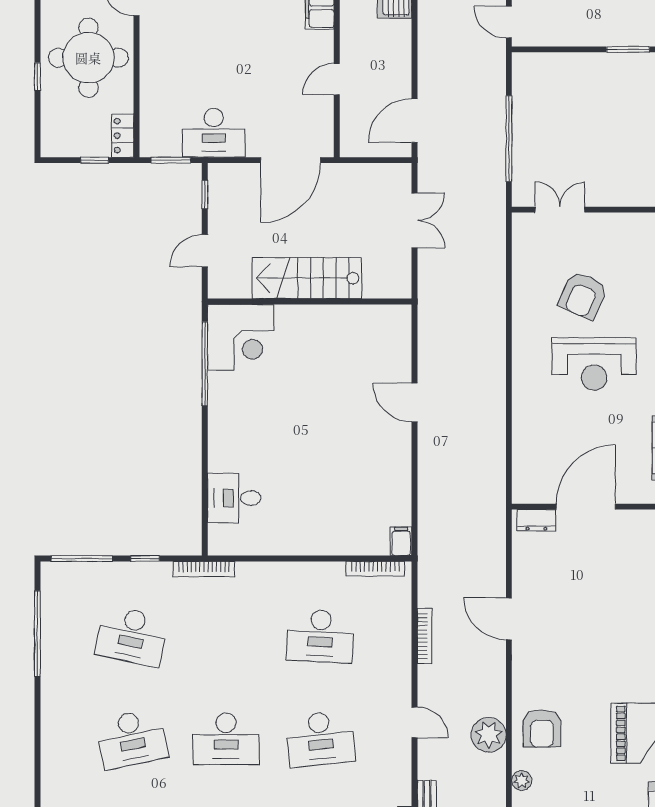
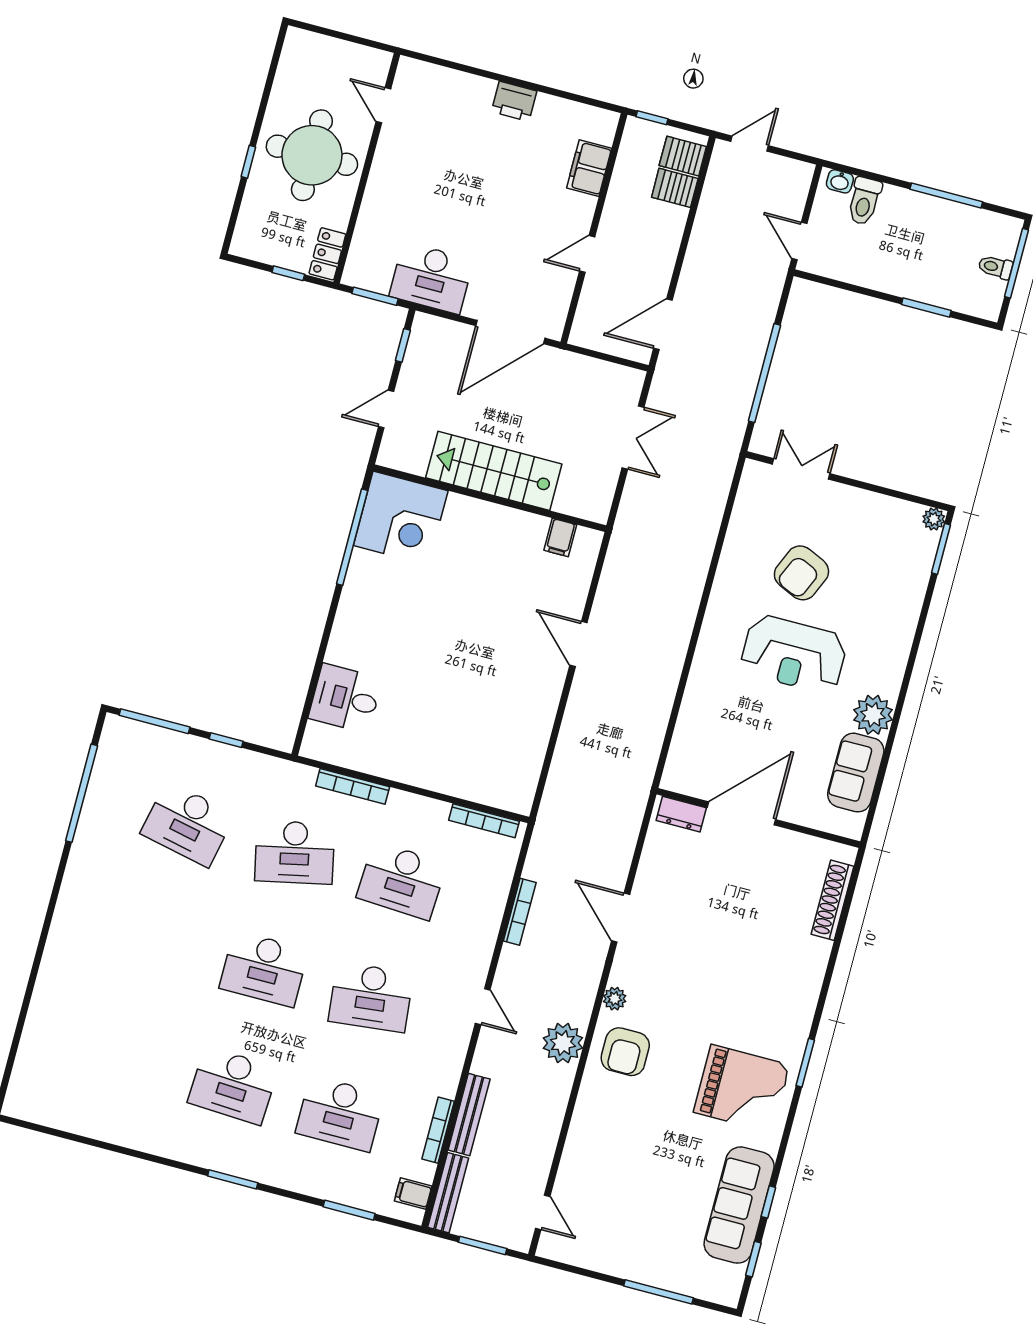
filing cabinet: (401, 541) -> (560, 537), moved, turned 180
bookcase: (204, 569) -> (353, 786), moved
desk: (132, 739) -> (295, 852), moved
plant: (522, 781) -> (615, 999), moved

